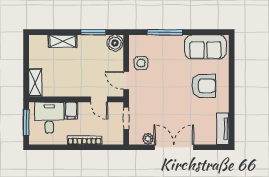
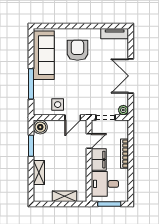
sofa: (205, 47) -> (44, 55), width x1.36
shelving: (35, 83) -> (64, 196), moved
filing cabinet: (71, 110) -> (99, 160), width x2.00
plant: (148, 139) -> (123, 110), moved

